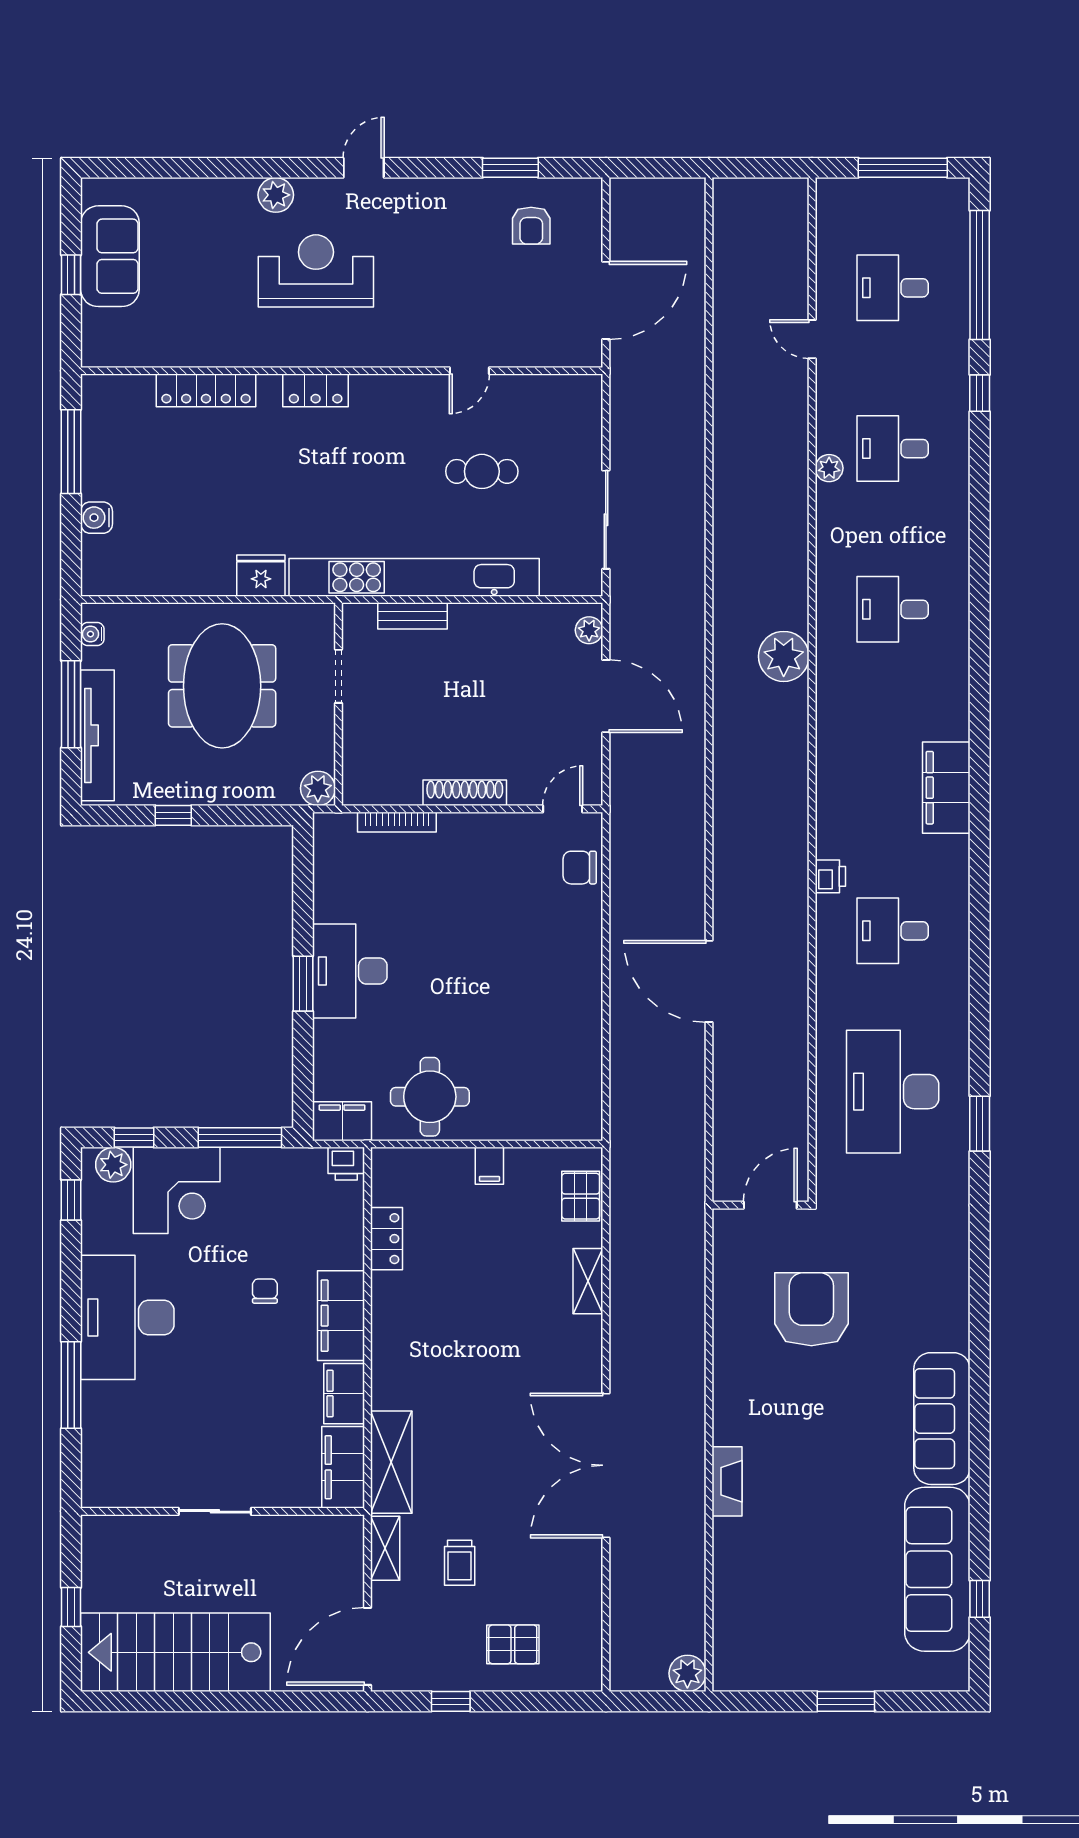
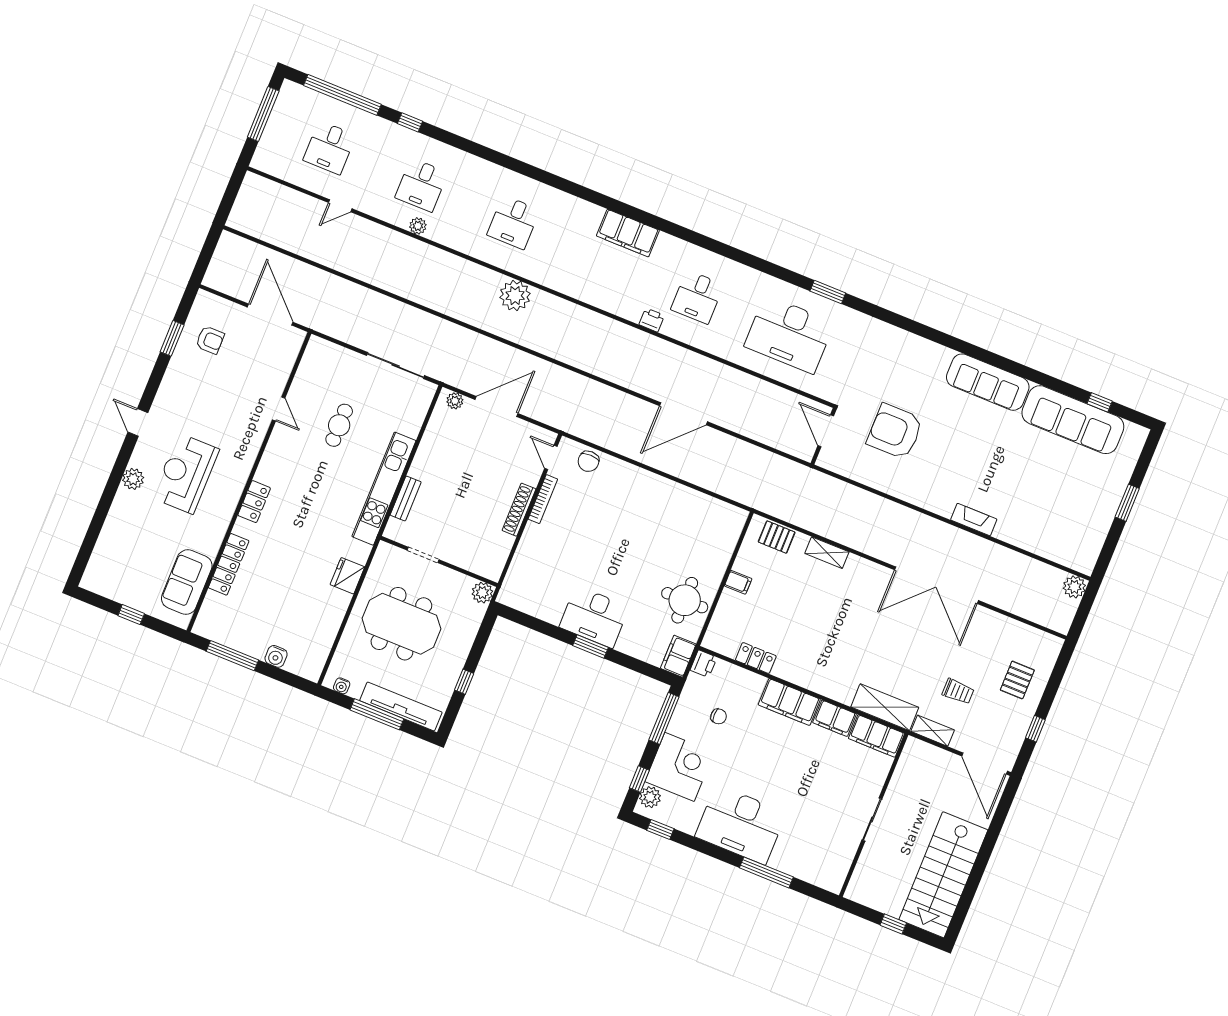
sofa: (110, 256) -> (187, 582), moved, turned -90
kitchen unit: (414, 577) -> (384, 489), width x0.73
bookcase: (397, 822) -> (543, 499), moved
chair: (265, 1291) -> (719, 716), moved, turned 180

